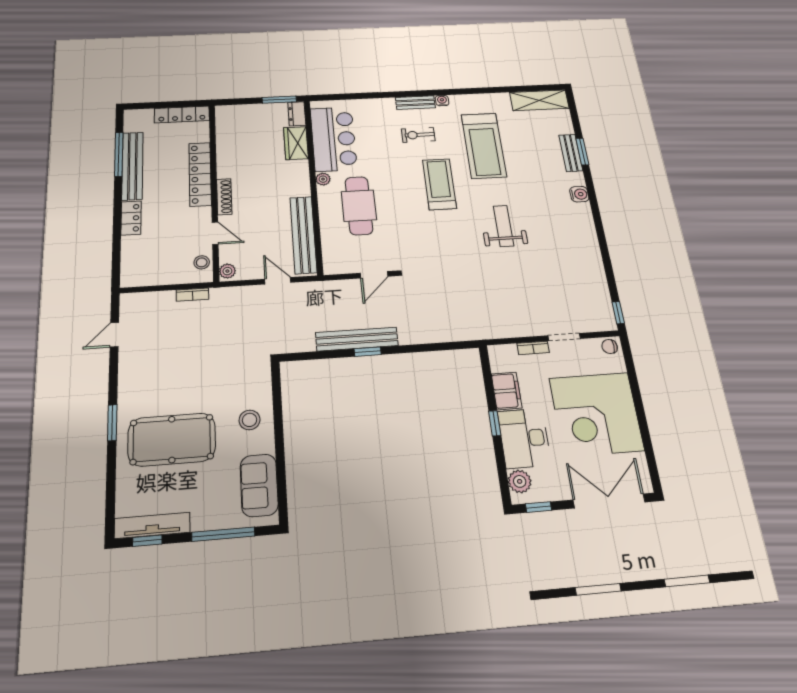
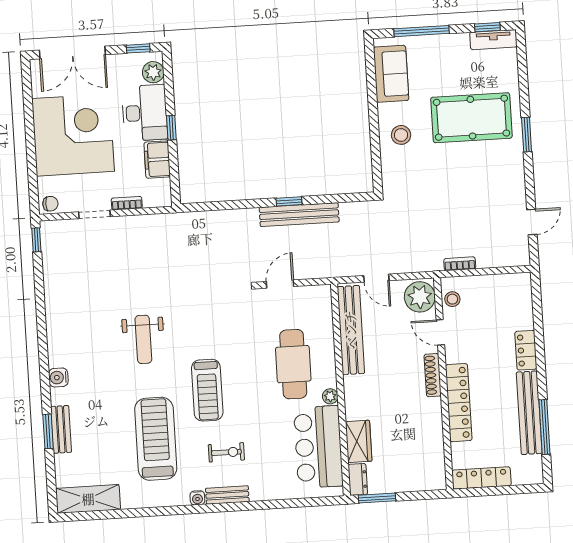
plant: (227, 271) -> (420, 297), width x1.88, depth x1.88
tv unit: (152, 525) -> (493, 40), width x0.71

